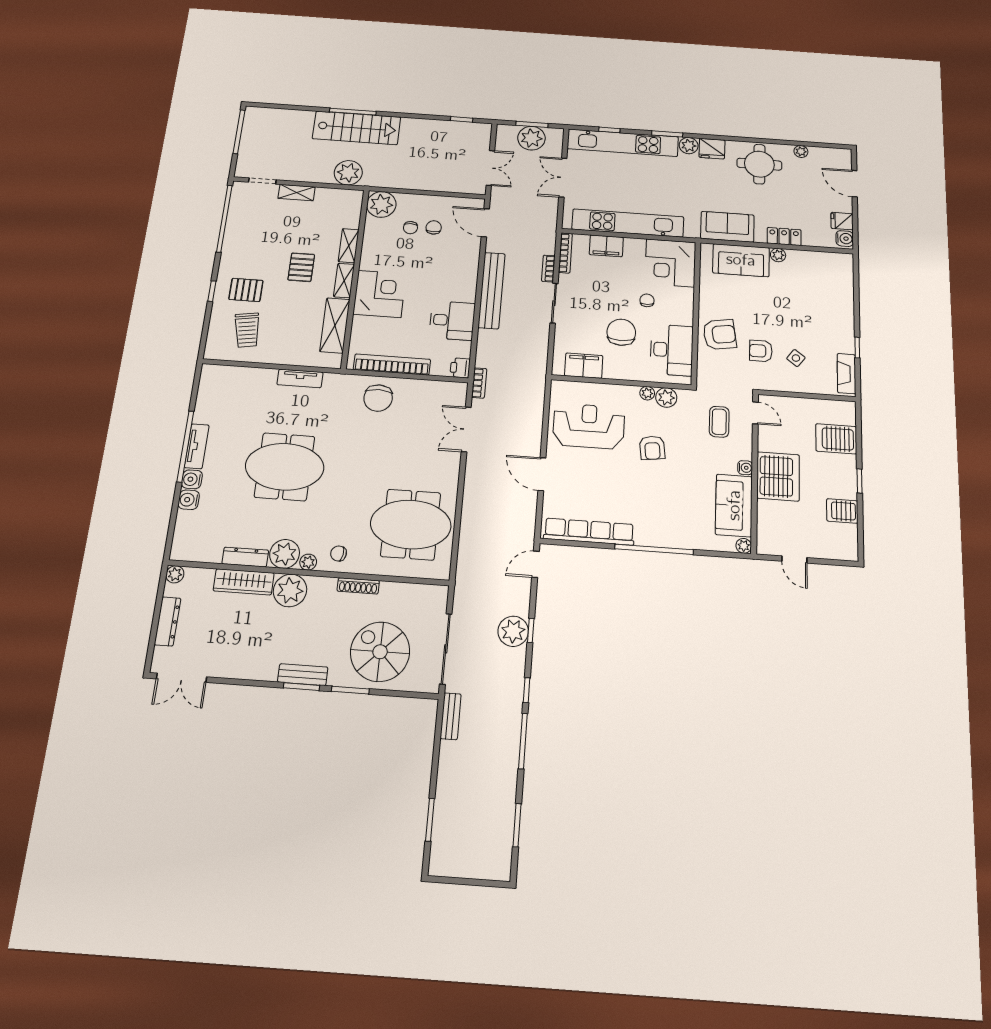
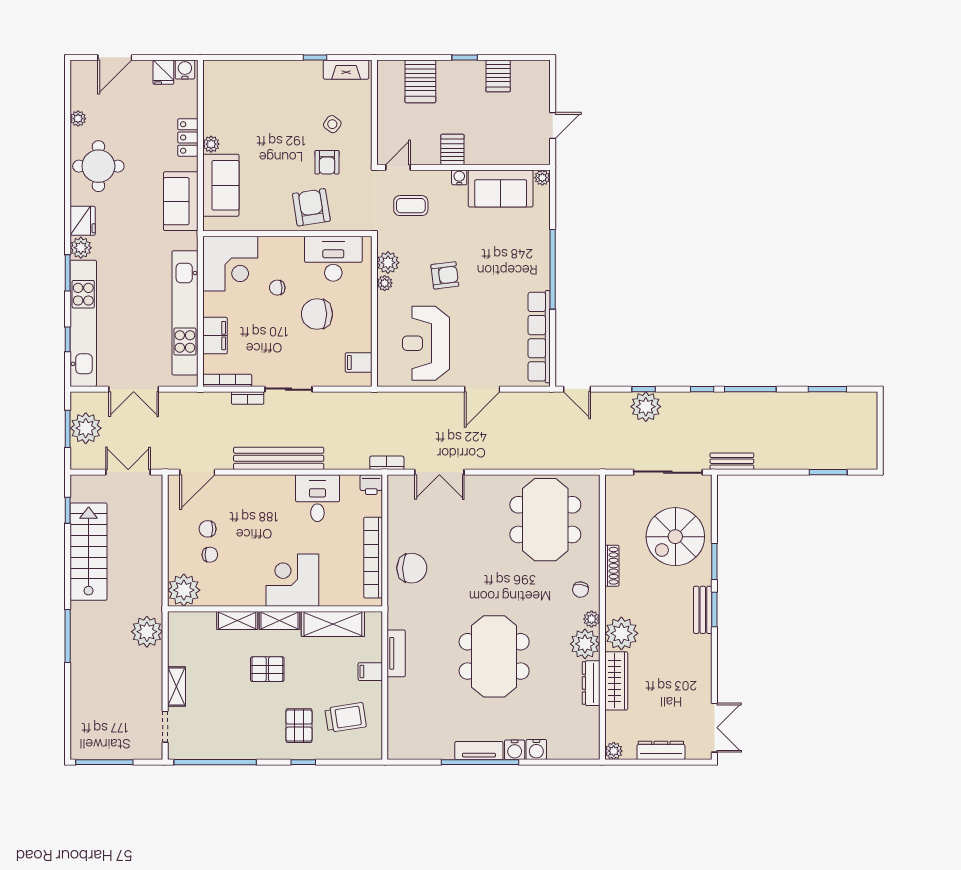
stairs: (357, 128) -> (89, 552), moved
filing cabinet: (286, 354) -> (370, 672), added
filing cabinet: (584, 366) -> (359, 362), width x0.50
server rack: (778, 476) -> (452, 150), width x0.46, depth x0.70

